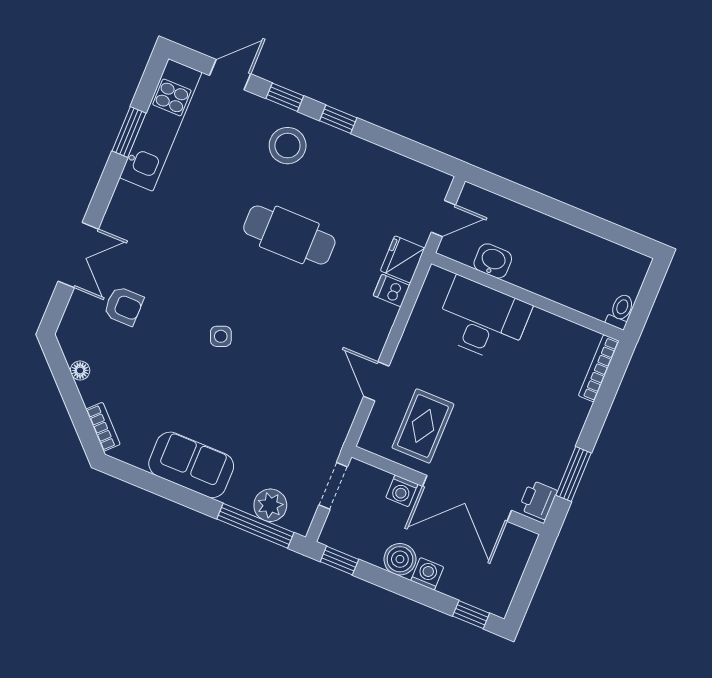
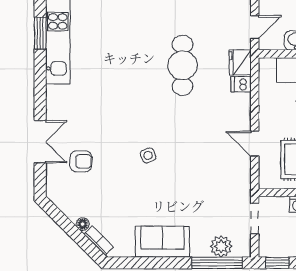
window: (129, 132) -> (40, 33), moved
stool: (288, 146) -> (141, 22), removed
cafe table: (289, 235) -> (183, 65), moved, turned 90
floor lamp: (80, 370) -> (83, 224), moved

